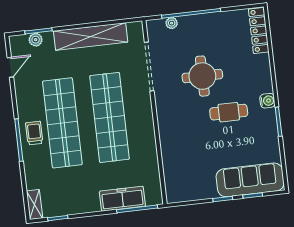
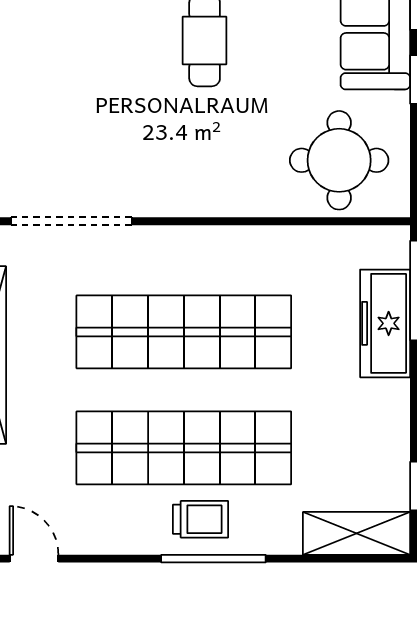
round table: (202, 76) -> (339, 160), moved
trolley: (34, 133) -> (201, 519), turned 180
shelving: (34, 205) -> (357, 533), width x1.50, depth x1.33

